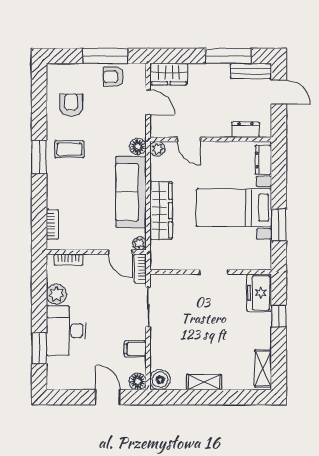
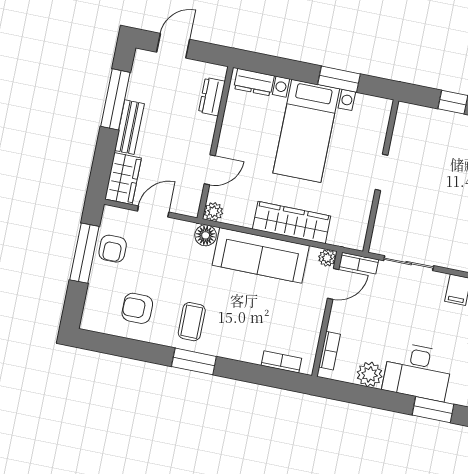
bench: (251, 71) -> (129, 127), moved
freezer: (259, 293) -> (419, 121), removed

